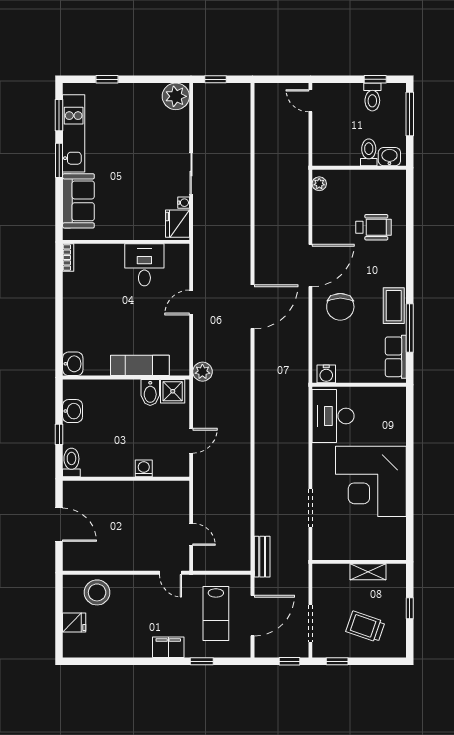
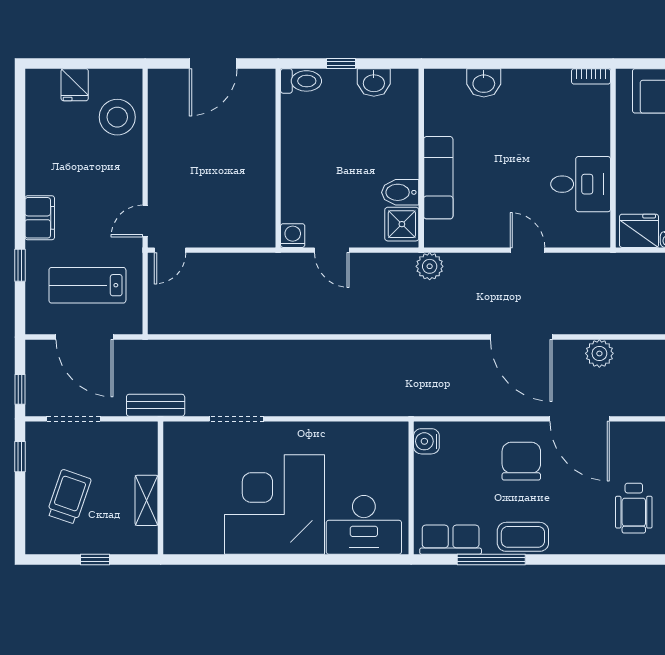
plant: (264, 252) -> (599, 353), added
chair: (340, 307) -> (521, 461), turned 90
washbasin: (73, 364) -> (484, 83), moved
desk: (333, 416) -> (364, 525), moved, turned 180
washing machine: (144, 468) -> (293, 236), moved, turned -90
door: (191, 534) -> (170, 250), moved
bench: (262, 557) -> (156, 405), moved

